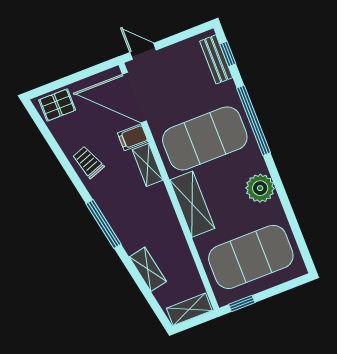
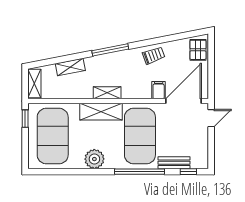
bench: (216, 59) -> (174, 163), moved
shelving: (148, 165) -> (107, 93), moved

